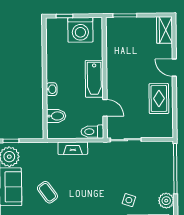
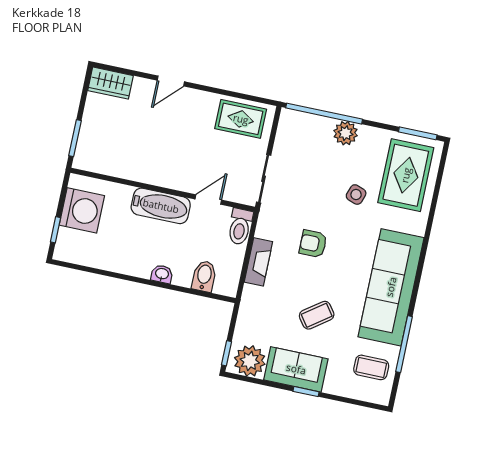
rug: (159, 99) -> (241, 119), moved
armchair: (92, 180) -> (313, 244), added
plant: (166, 201) -> (346, 133), moved

